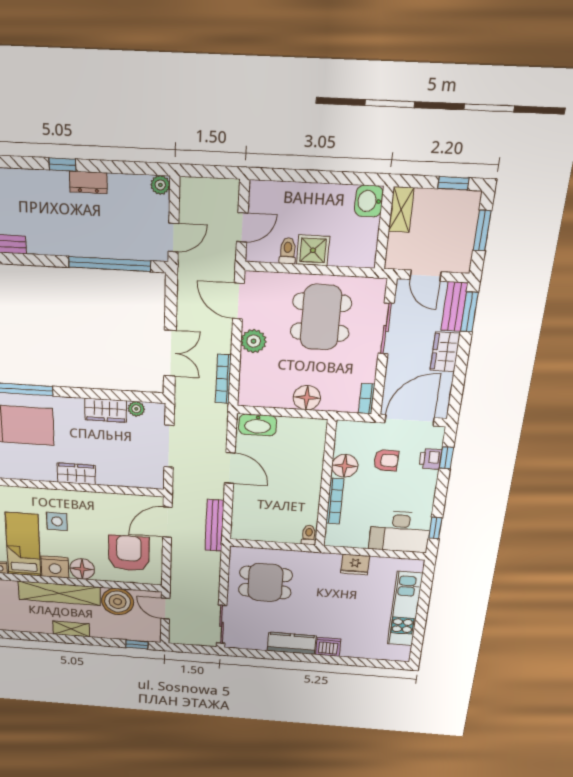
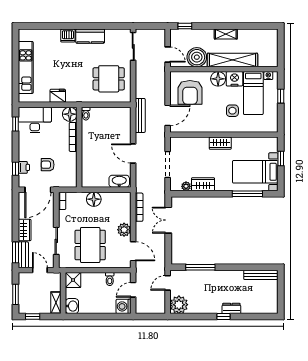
dresser: (88, 182) -> (231, 308), moved
plant: (160, 185) -> (179, 305), width x1.88, depth x1.88
washing machine: (263, 195) -> (124, 306), added
shower: (313, 250) -> (73, 280), moved
window: (110, 264) -> (200, 267), width x0.68
floor lamp: (345, 466) -> (70, 114), moved

